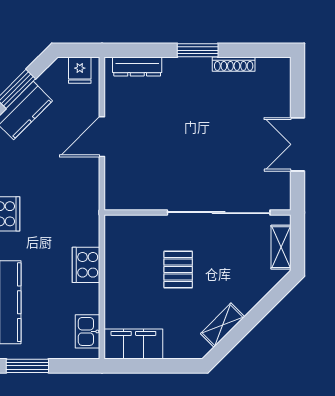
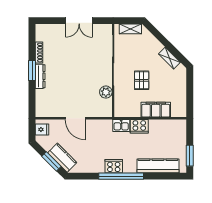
dresser: (137, 67) -> (40, 76), moved
plant: (155, 198) -> (106, 92), added
pallet: (178, 270) -> (142, 80), turned 90
kitchen sink: (88, 331) -> (121, 126), moved
filing cabinet: (133, 344) -> (156, 110), moved, turned 90

